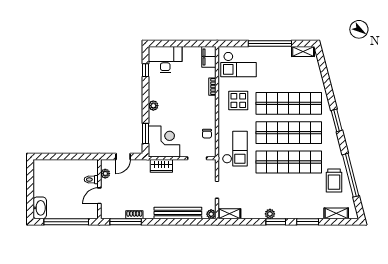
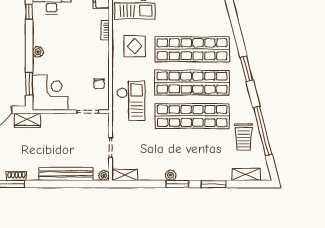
wardrobe: (161, 166) -> (27, 120), moved

